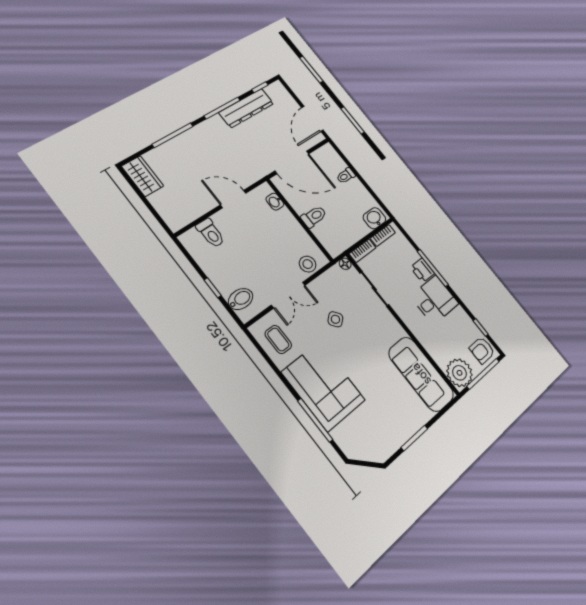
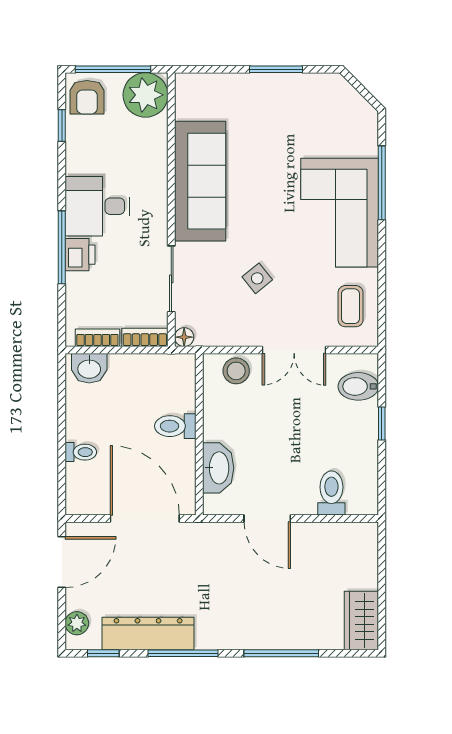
plant: (283, 94) -> (77, 623), added
washbasin: (275, 202) -> (218, 468), width x1.91, depth x1.45
double door: (288, 295) -> (294, 350), swing flipped
armchair: (482, 350) -> (87, 97), turned 90
sofa: (421, 374) -> (200, 181), moved

